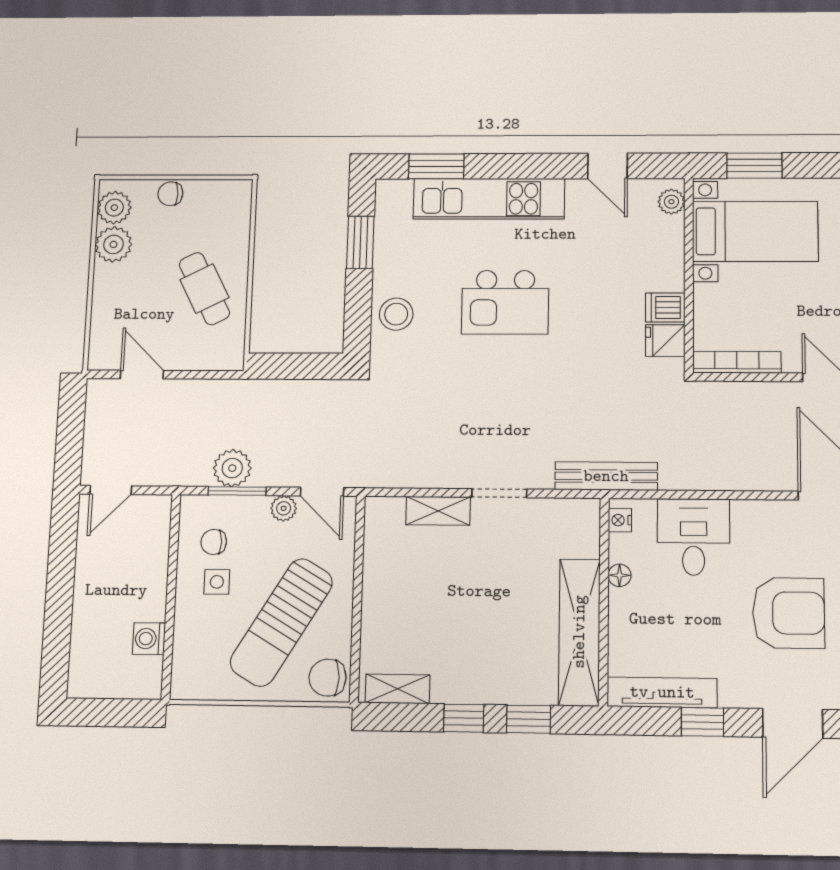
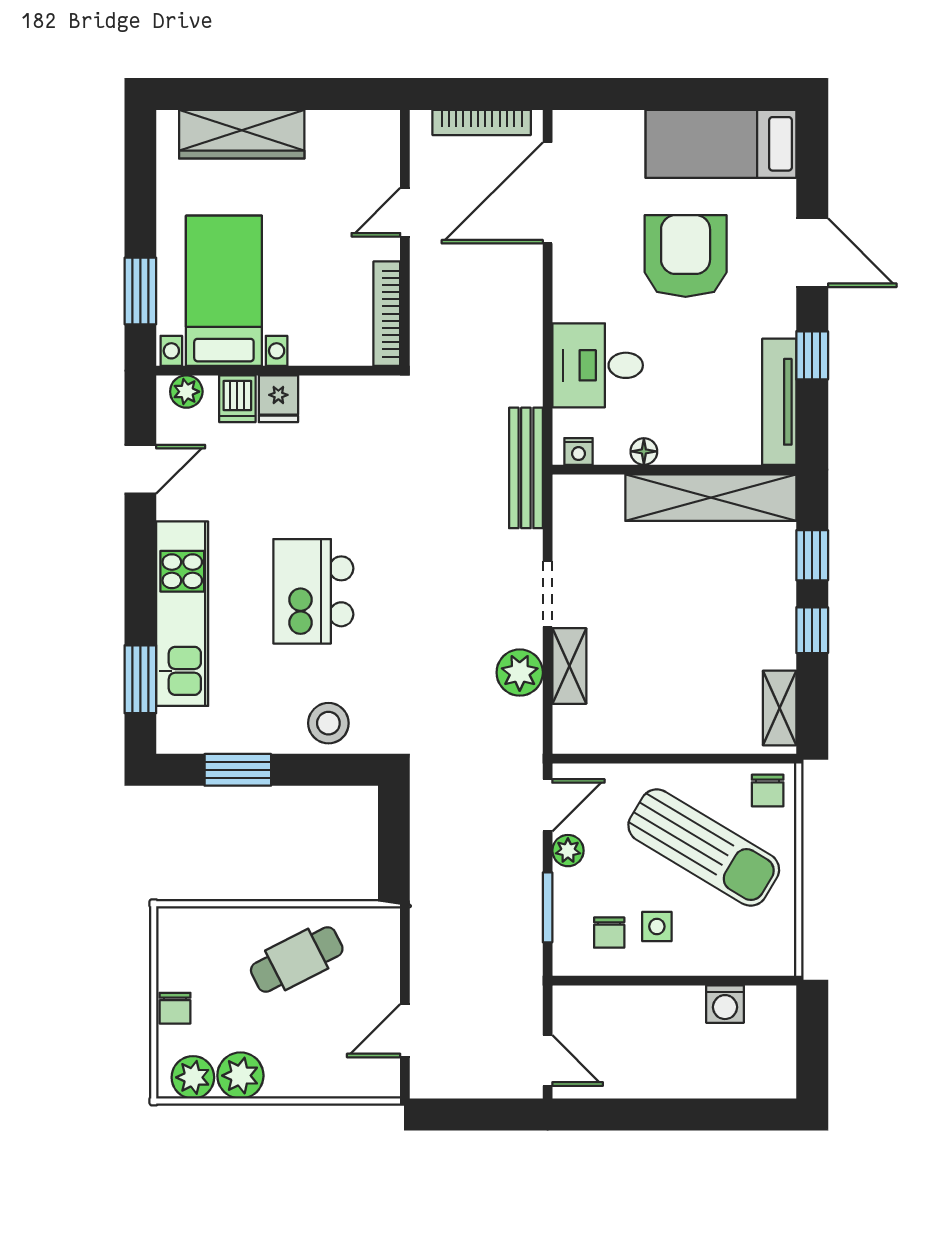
kitchen island: (505, 302) -> (313, 591), turned 180
dishwasher: (665, 307) -> (237, 399), moved
fridge: (665, 341) -> (278, 399), moved
plant: (232, 468) -> (520, 673), moved
chair: (328, 678) -> (768, 790), width x0.73, depth x0.73

